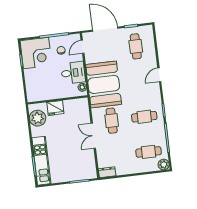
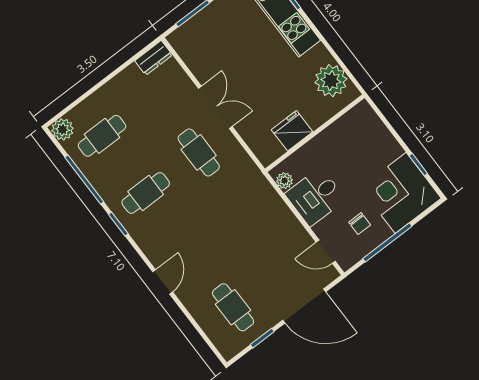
door: (82, 47) -> (326, 252), swing flipped
booth: (104, 84) -> (250, 208), removed
fridge: (55, 108) -> (292, 131), moved

